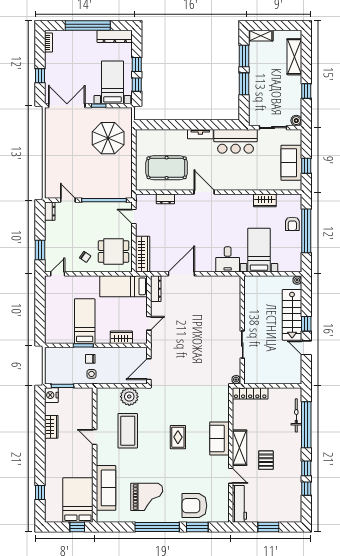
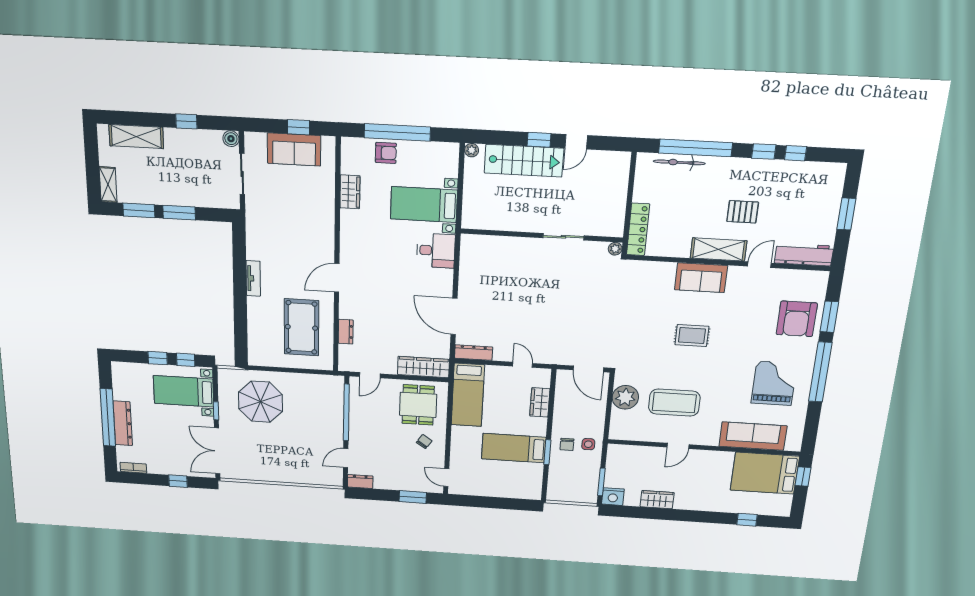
dresser: (115, 36) -> (123, 423), moved
bar counter: (236, 141) -> (263, 230), removed

